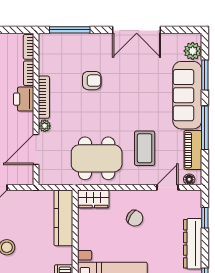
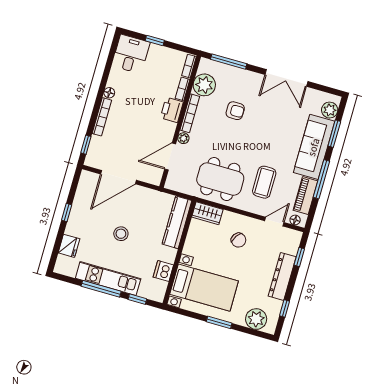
plant: (51, 62) -> (204, 85), added

